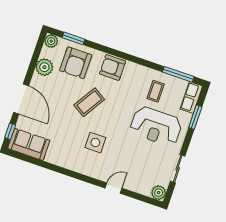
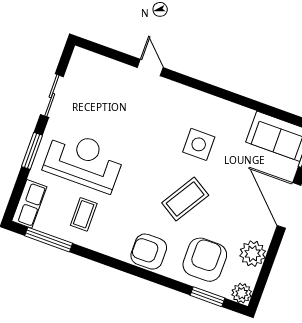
armchair: (113, 67) -> (149, 252), turned 180
window: (195, 117) -> (32, 151), moved
side table: (95, 143) -> (199, 144), moved
door: (113, 188) -> (150, 68), swing flipped
plant: (159, 193) -> (82, 60), removed

